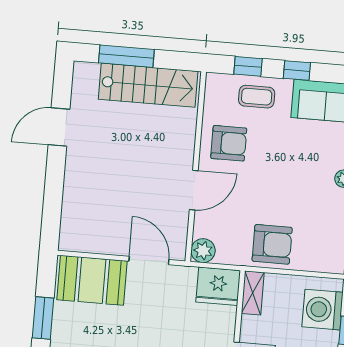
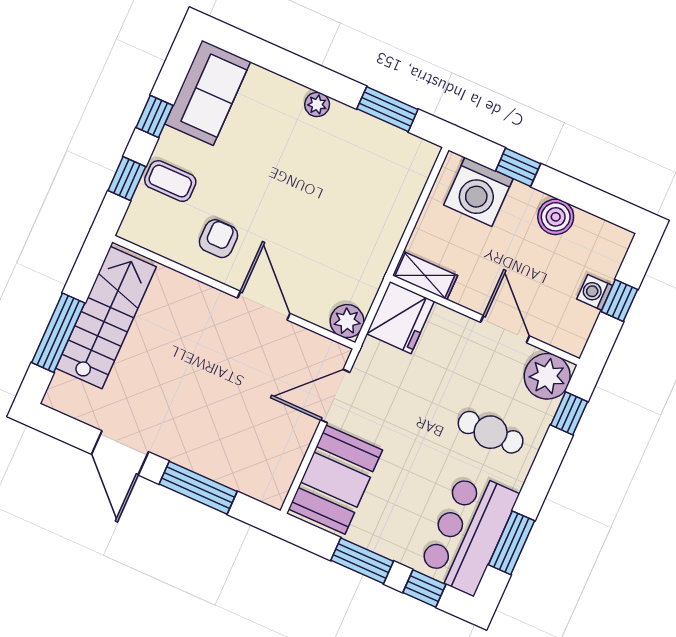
coffee table: (257, 97) -> (170, 181), turned 90
armchair: (229, 143) -> (219, 239), width x0.72, depth x0.72
window: (54, 189) -> (198, 488), added
armchair: (272, 244) -> (370, 228), removed

